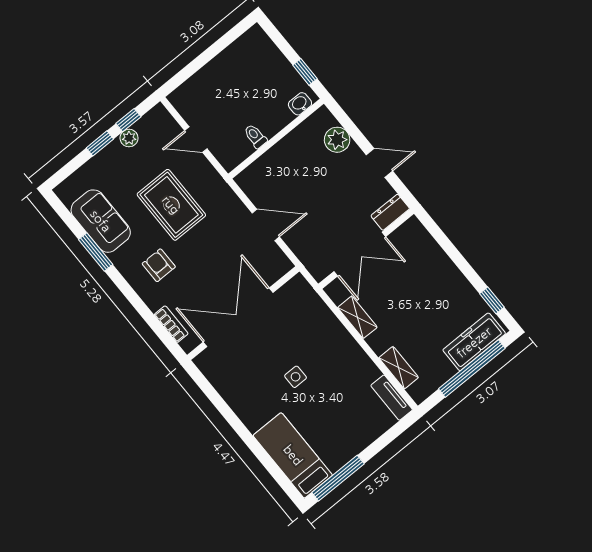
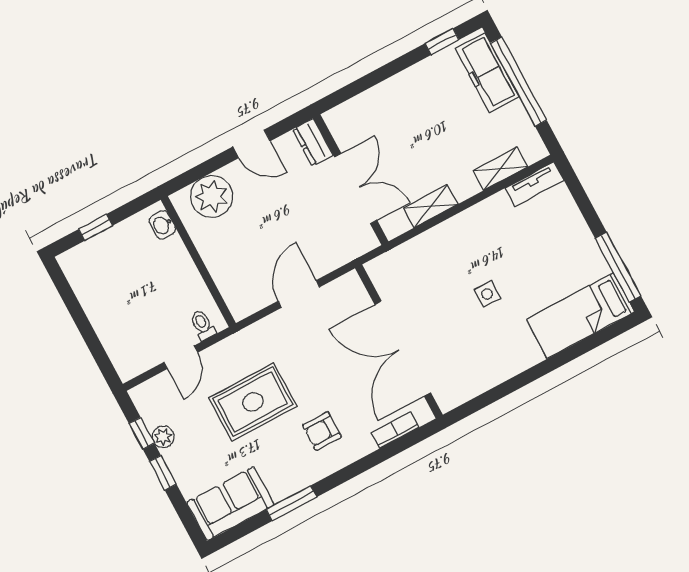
window: (305, 72) -> (96, 227), moved
toilet: (255, 136) -> (203, 325), moved, turned 90
plant: (337, 140) -> (212, 196), width x1.36, depth x1.36
door: (379, 163) -> (251, 144), swing flipped
sofa: (101, 221) -> (230, 504), moved

